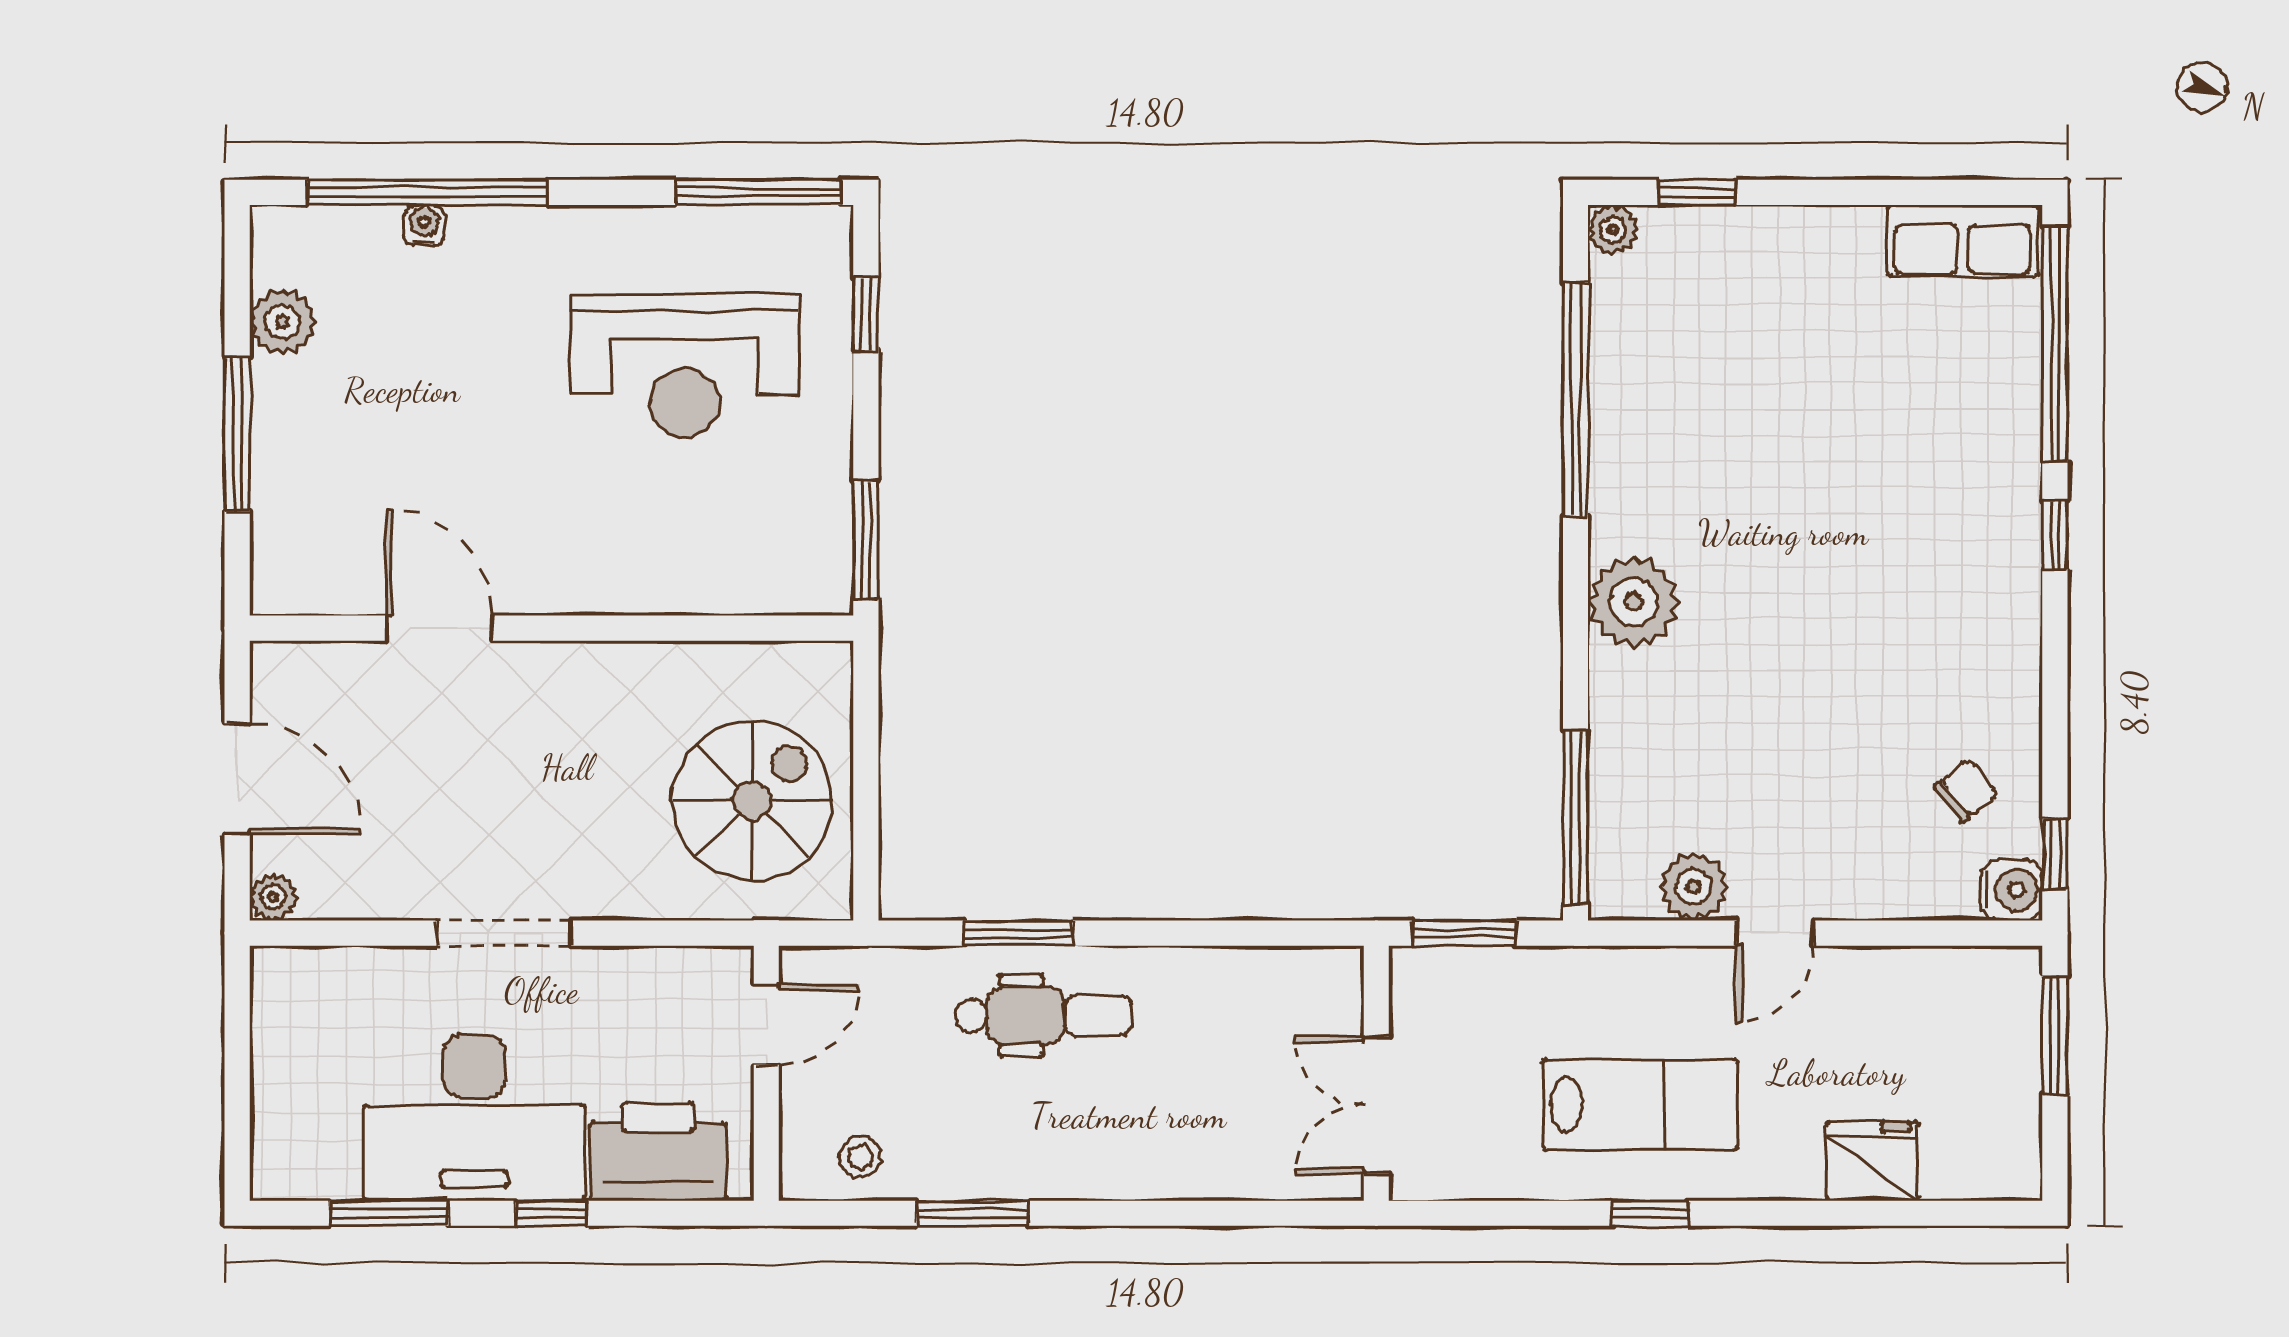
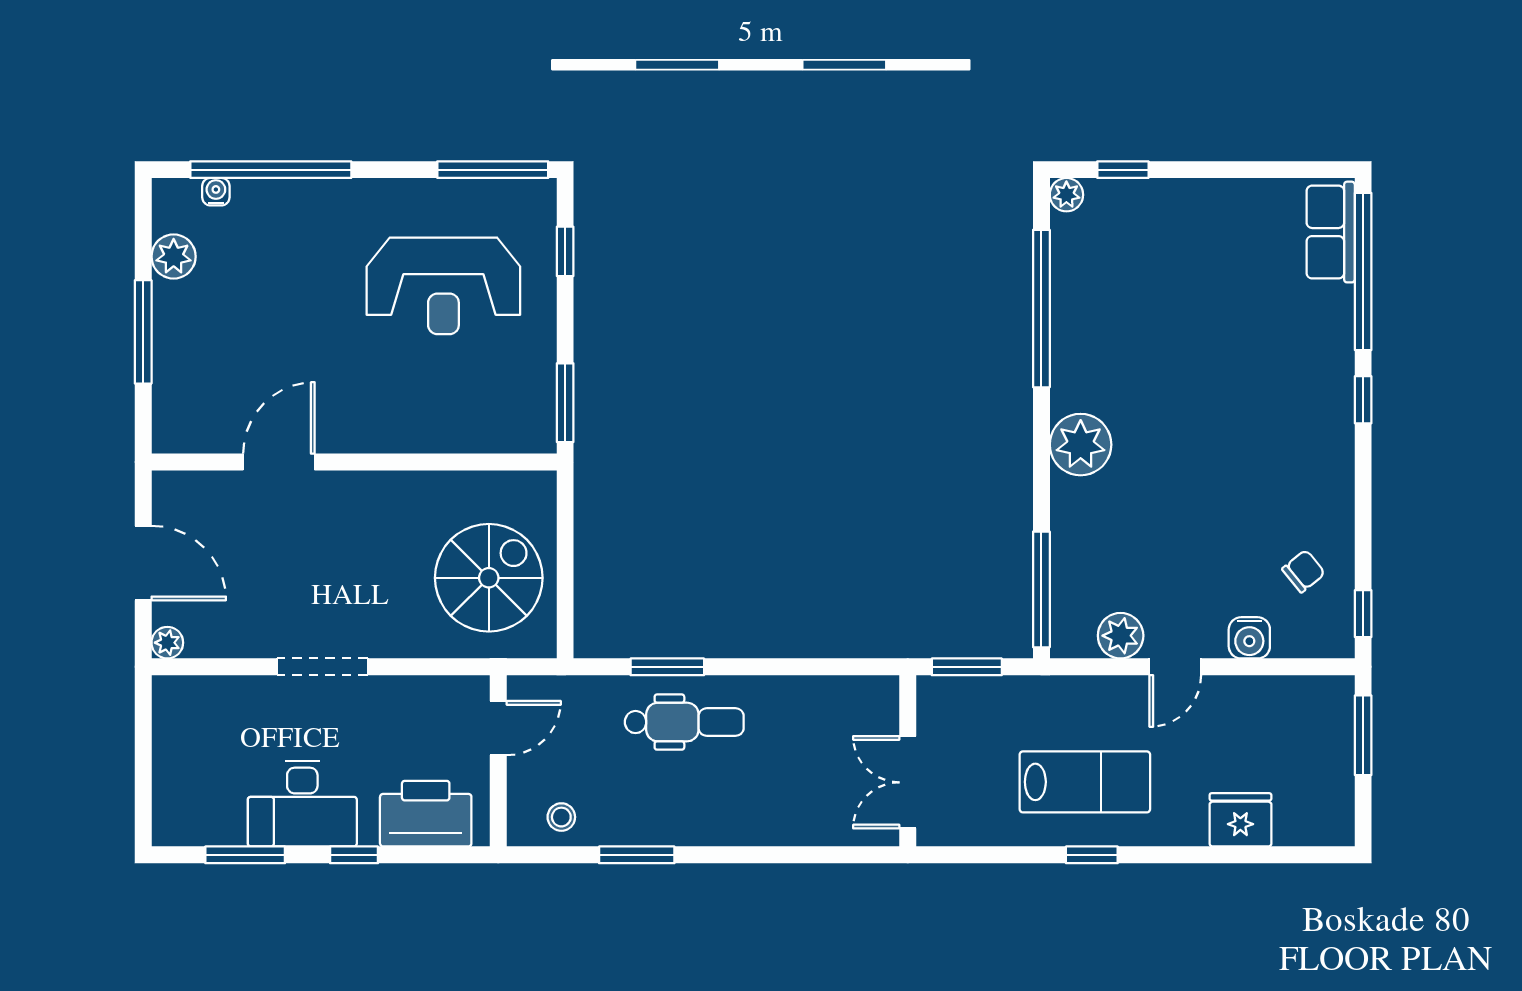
water cooler: (424, 225) -> (216, 192), moved
row of seats: (1963, 241) -> (1331, 232), moved, turned 90
door: (439, 628) -> (279, 462), hinge flipped
water cooler: (2012, 890) -> (1249, 638), moved, turned 90
desk: (474, 1118) -> (302, 804), width x0.73, depth x0.77

